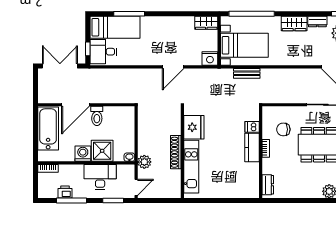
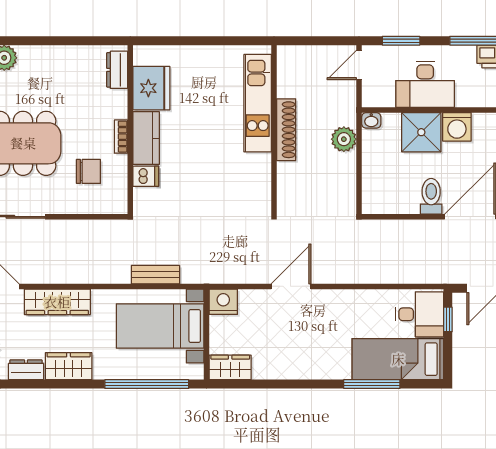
wardrobe: (300, 58) -> (57, 302), added
fridge: (194, 127) -> (151, 88), moved, turned 180
plant: (144, 162) -> (344, 139), moved

